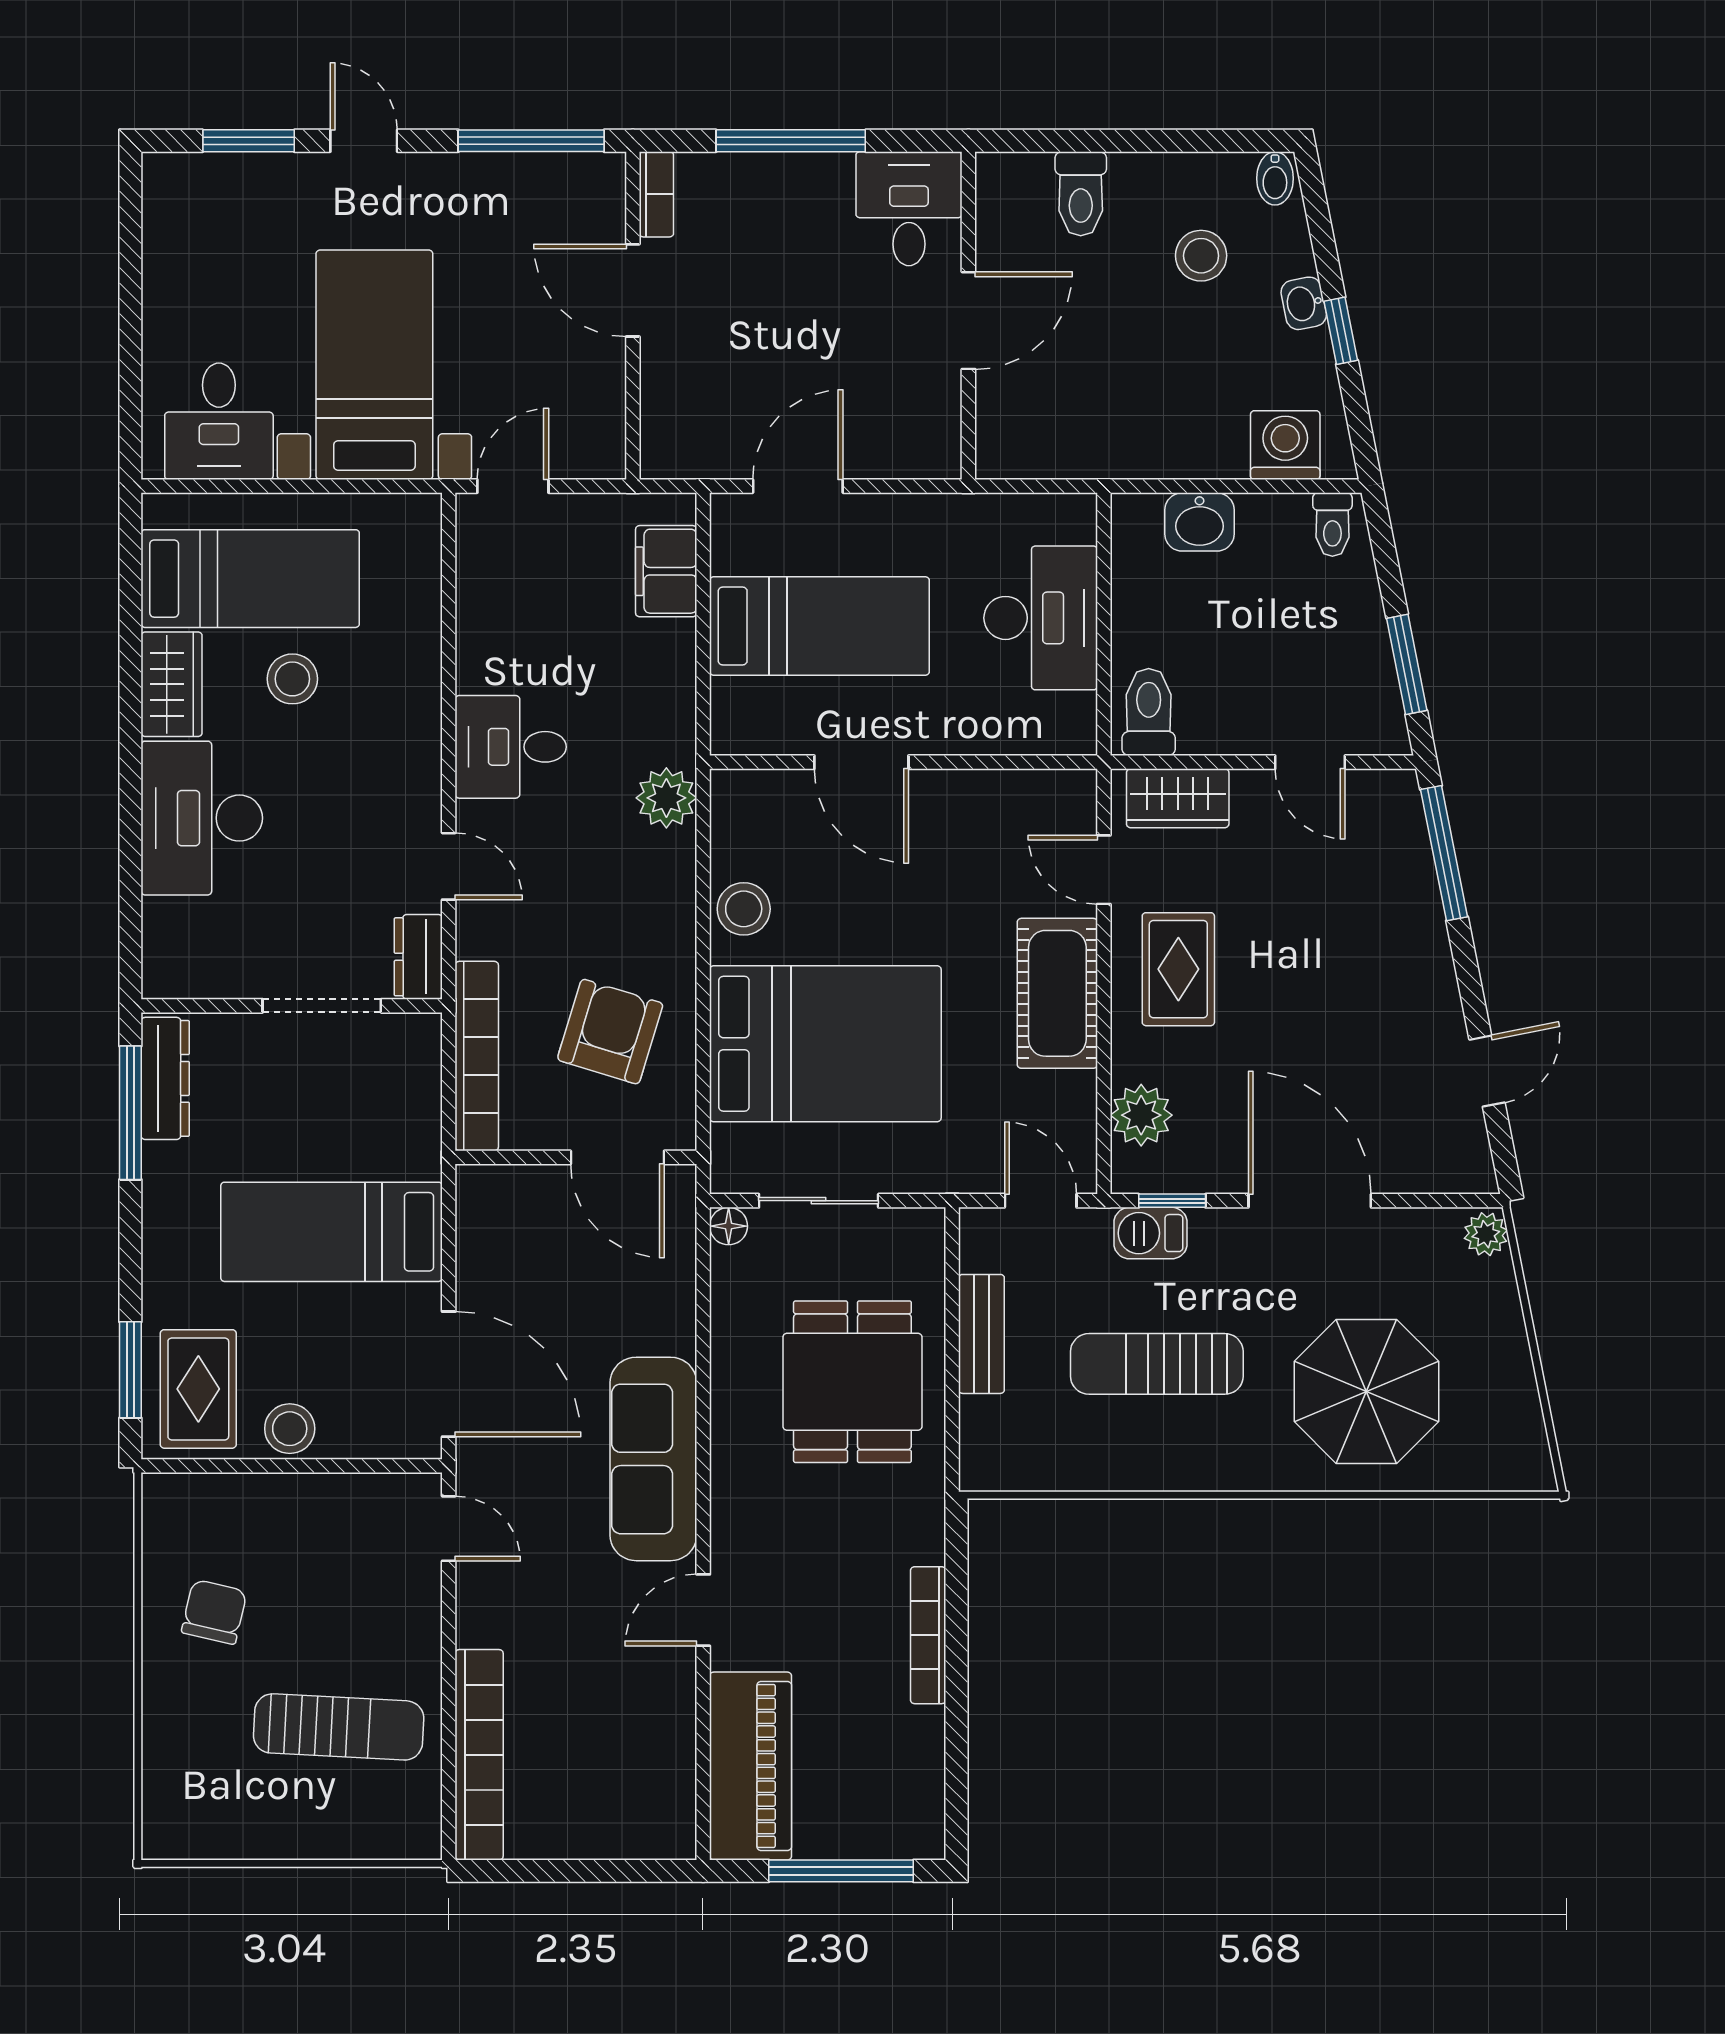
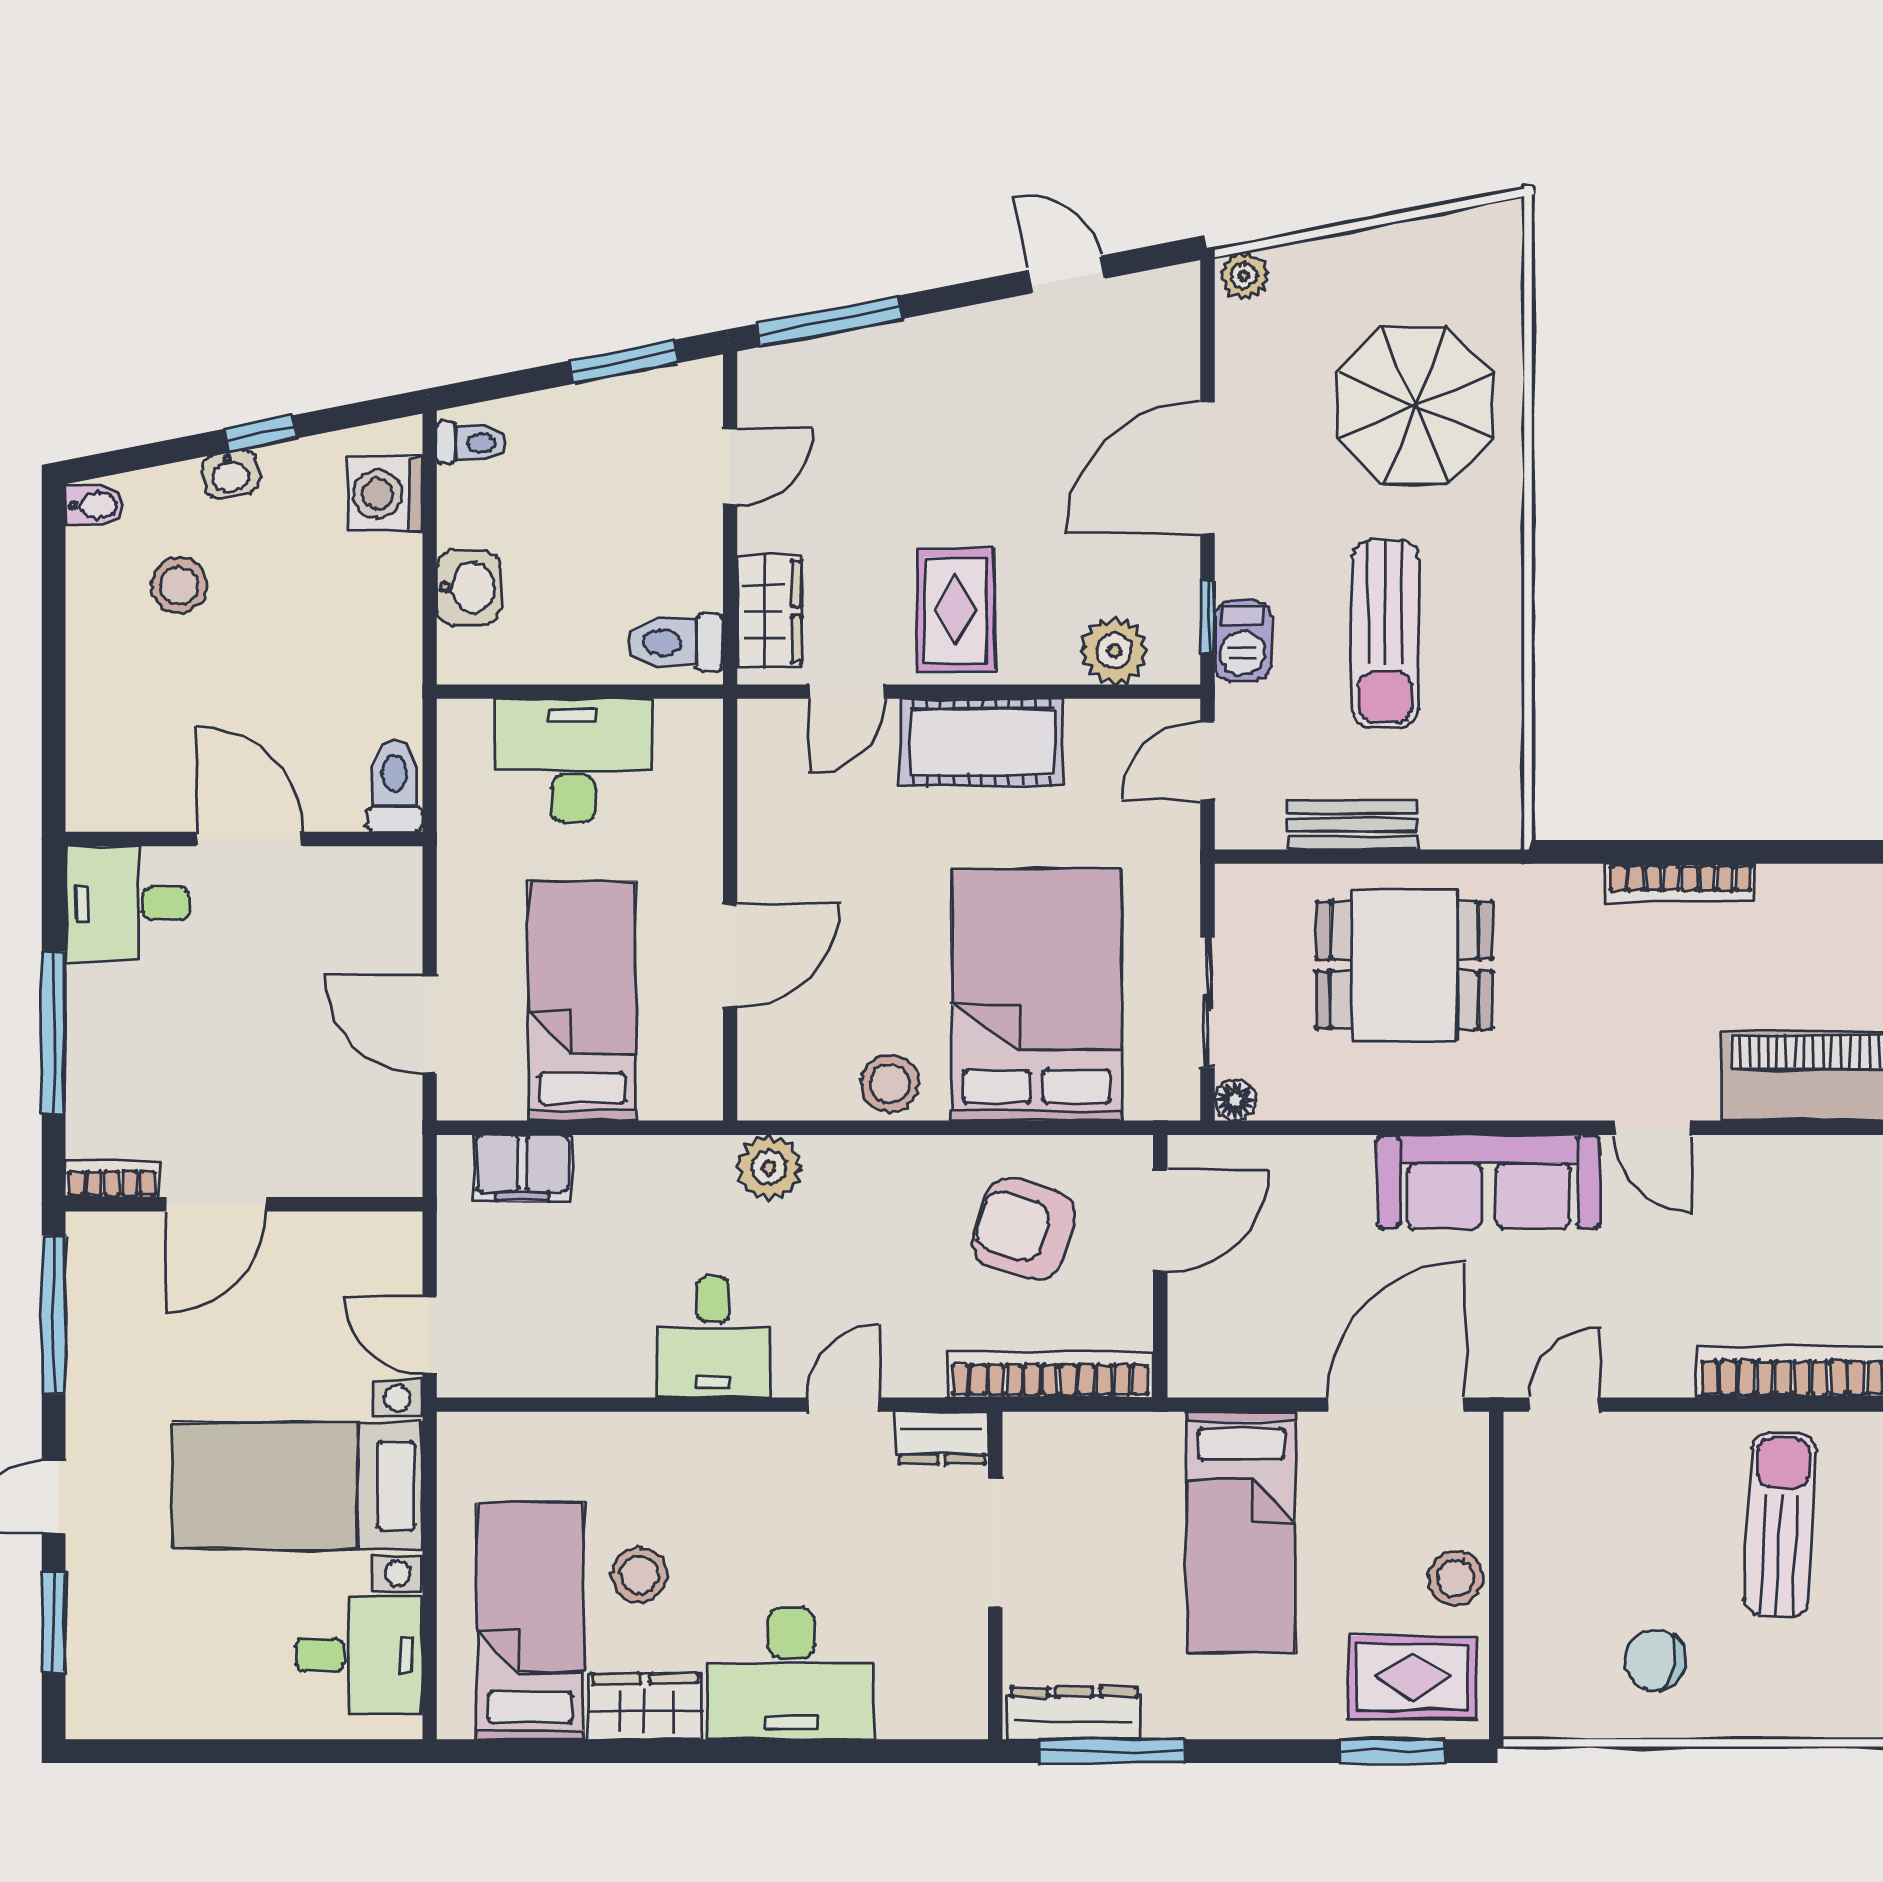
toilet: (1081, 194) -> (395, 786), moved, turned -90
rug: (1178, 969) -> (955, 610), turned 90

